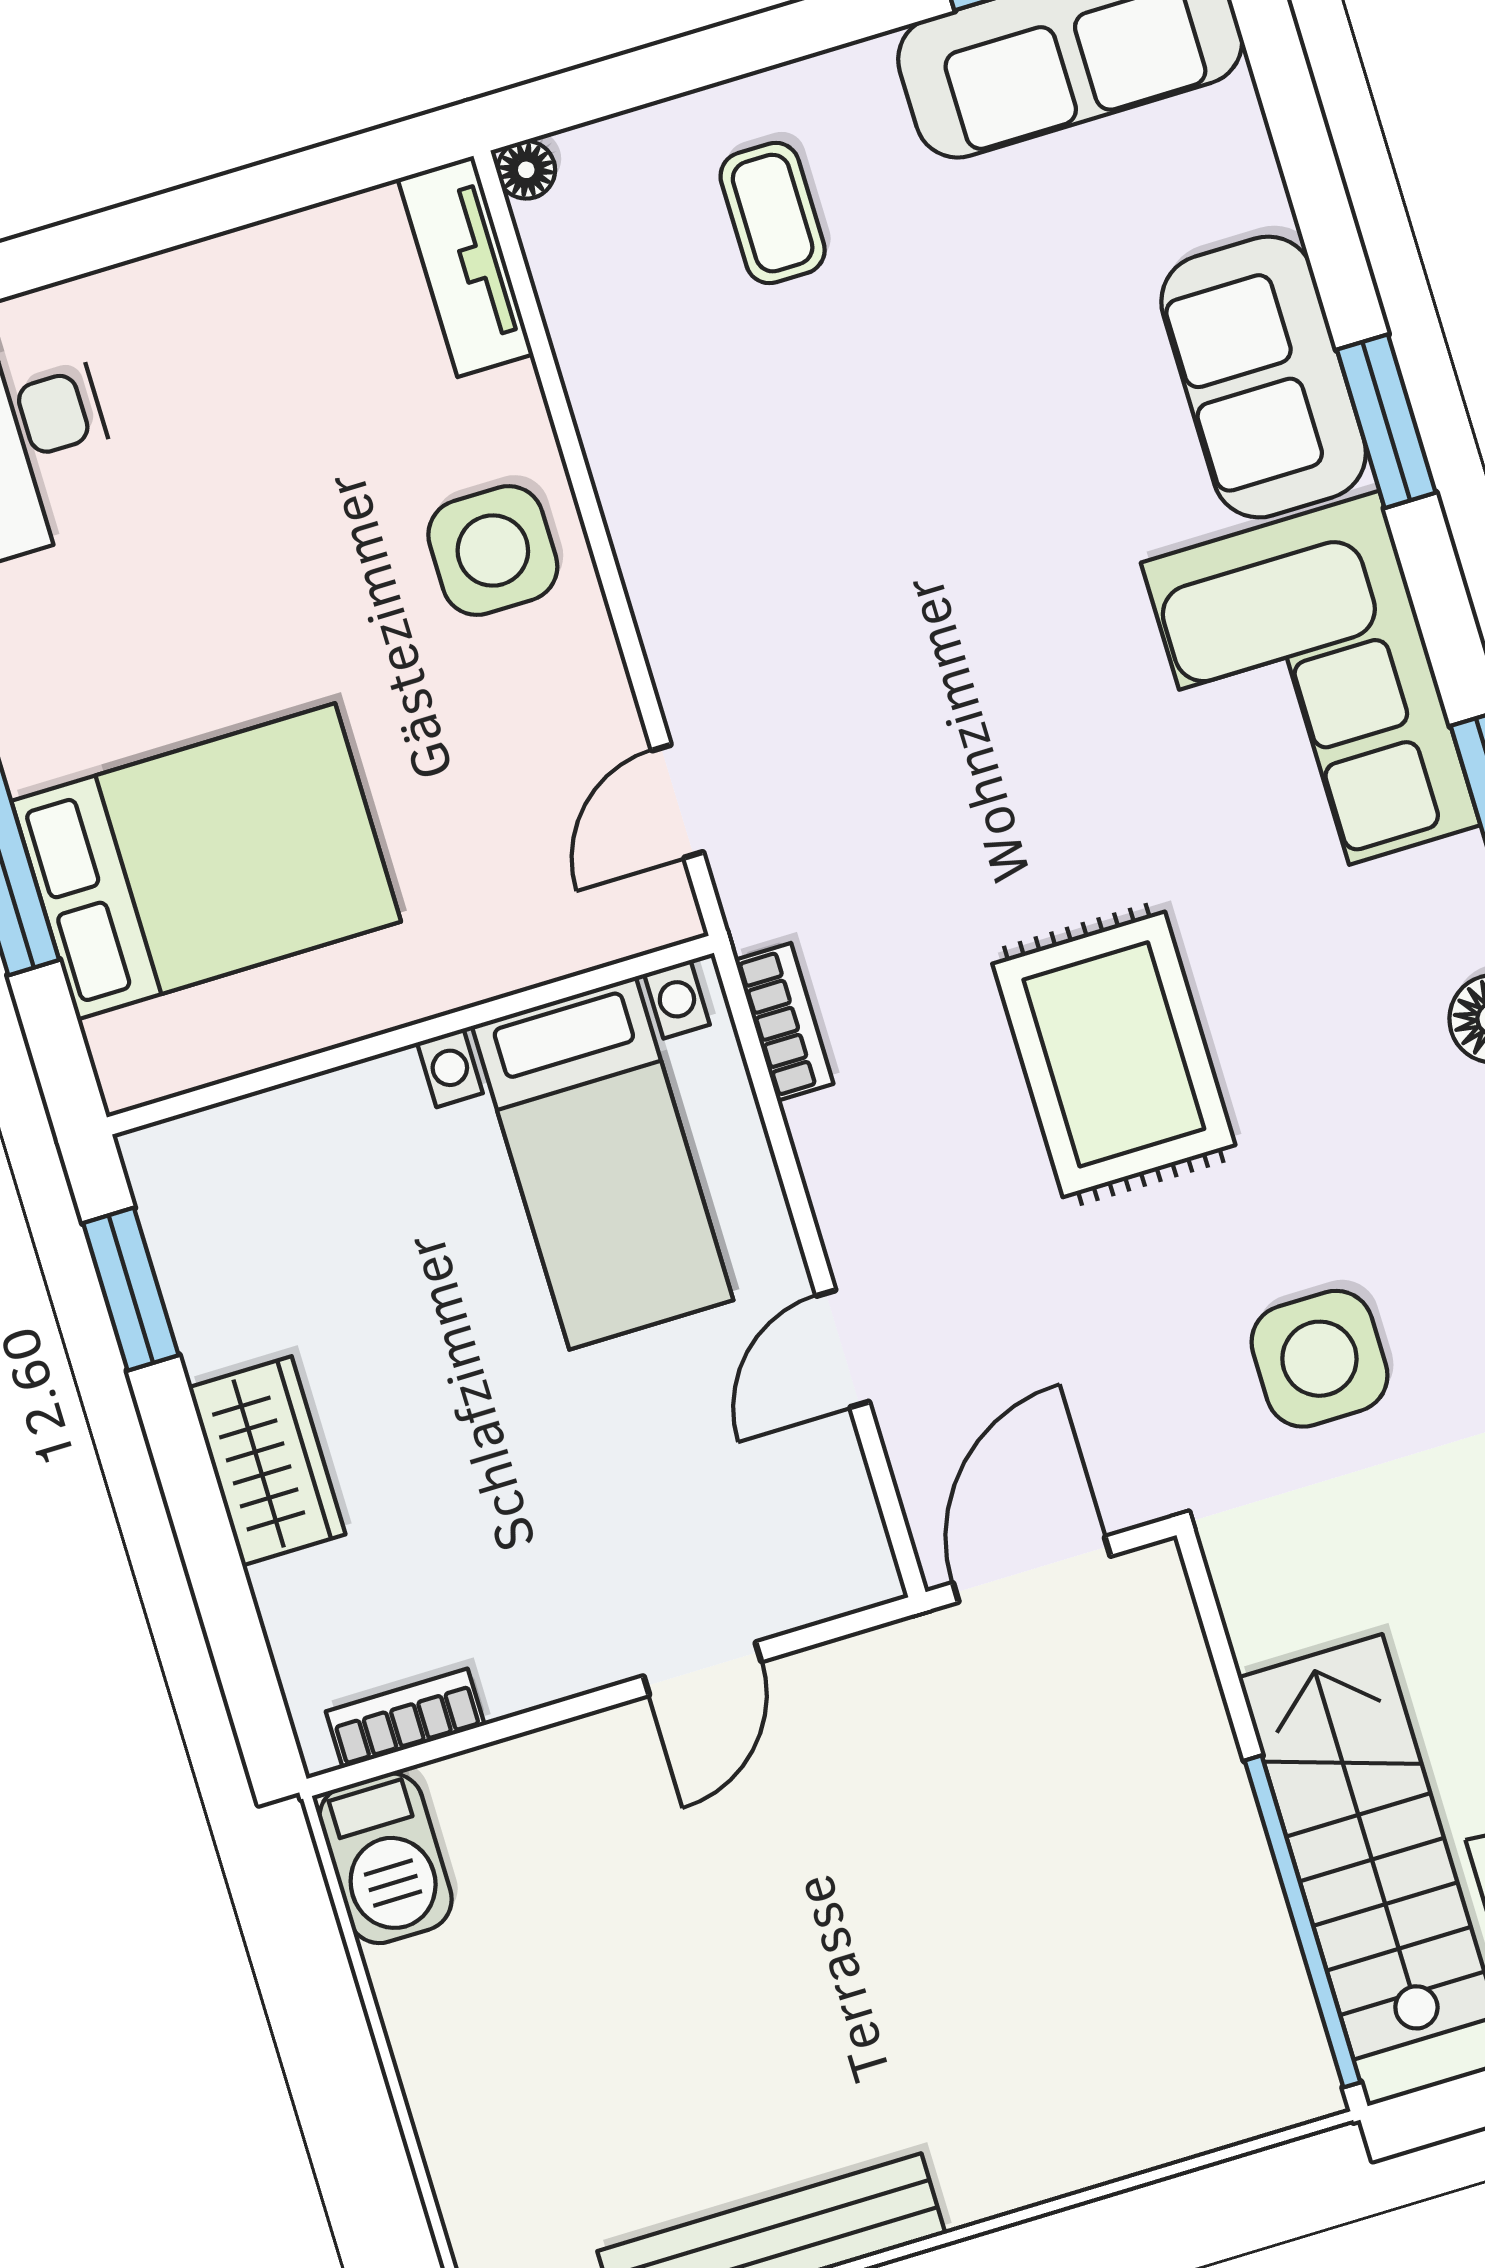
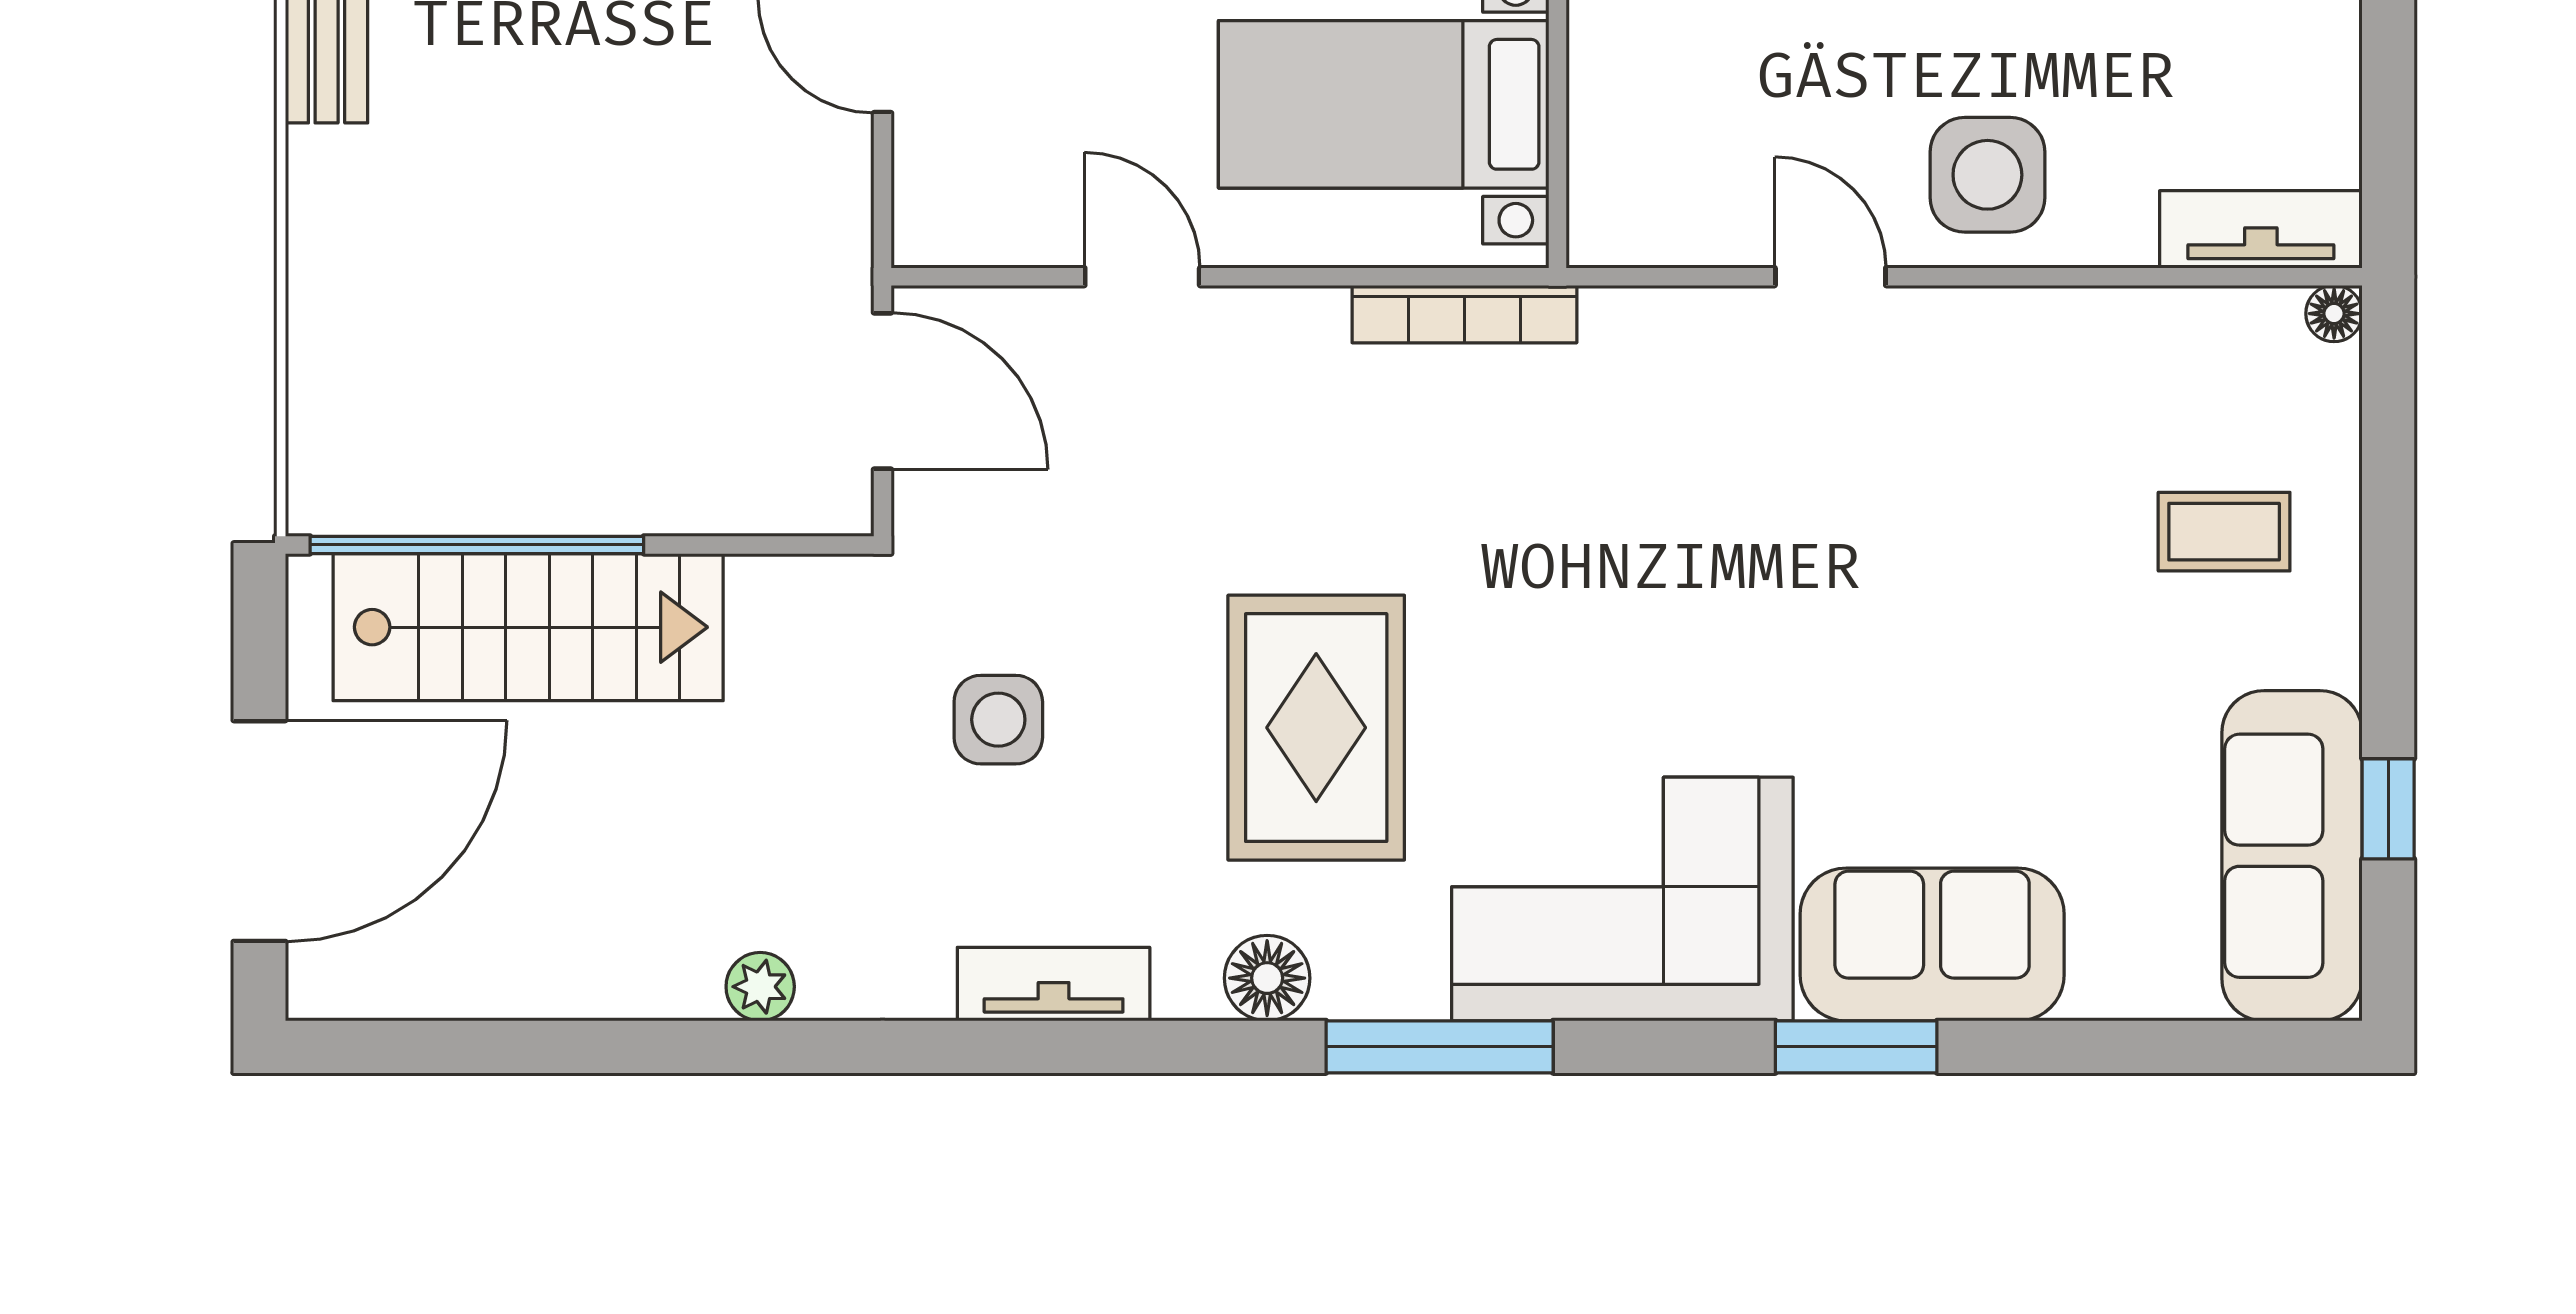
door: (677, 801) -> (1830, 277), moved
bookcase: (784, 1022) -> (1464, 314), width x1.56
rug: (1114, 1054) -> (1316, 728), moved, turned 90
side table: (1319, 1359) -> (998, 720), width x0.73, depth x0.73

